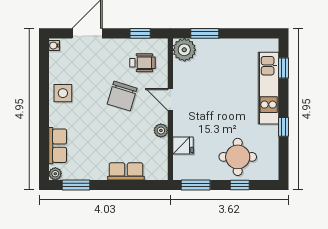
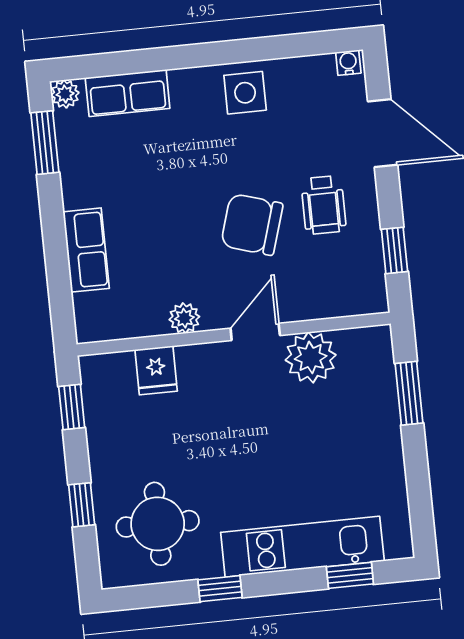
plant: (184, 50) -> (311, 357), moved
wheelchair: (142, 63) -> (324, 205), moved
round table: (238, 157) -> (158, 524), moved
window: (196, 185) -> (72, 407), width x0.67

